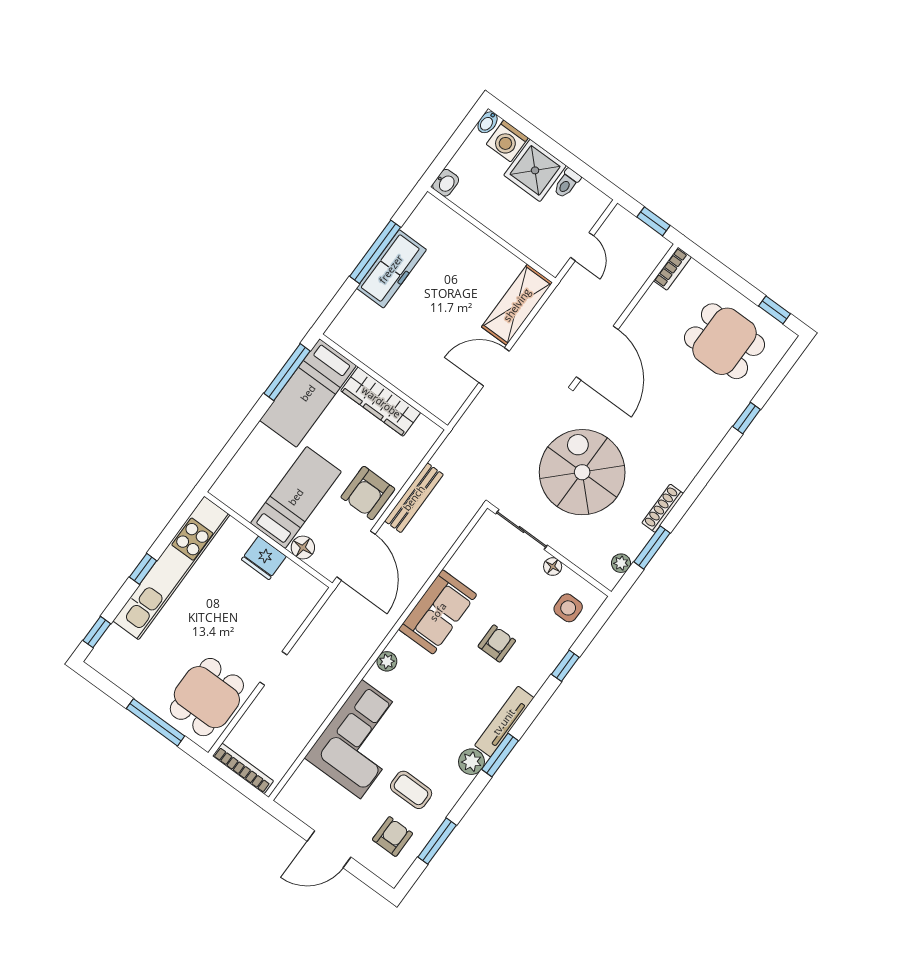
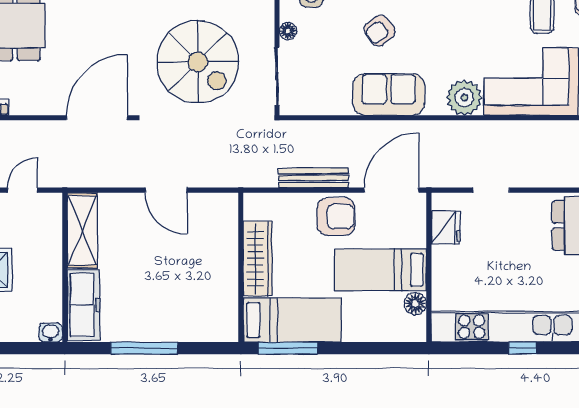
freezer: (391, 269) -> (83, 305), moved, turned 90
shelving: (517, 305) -> (82, 230), moved, turned 90
spiral stairs: (582, 472) -> (198, 62), turned -90
floor lamp: (303, 548) -> (415, 304), moved
fridge: (264, 558) -> (446, 227), moved
armchair: (497, 643) -> (380, 31), turned -38
plant: (387, 661) -> (464, 98), width x1.88, depth x1.88
doorway: (273, 668) -> (491, 190), moved

